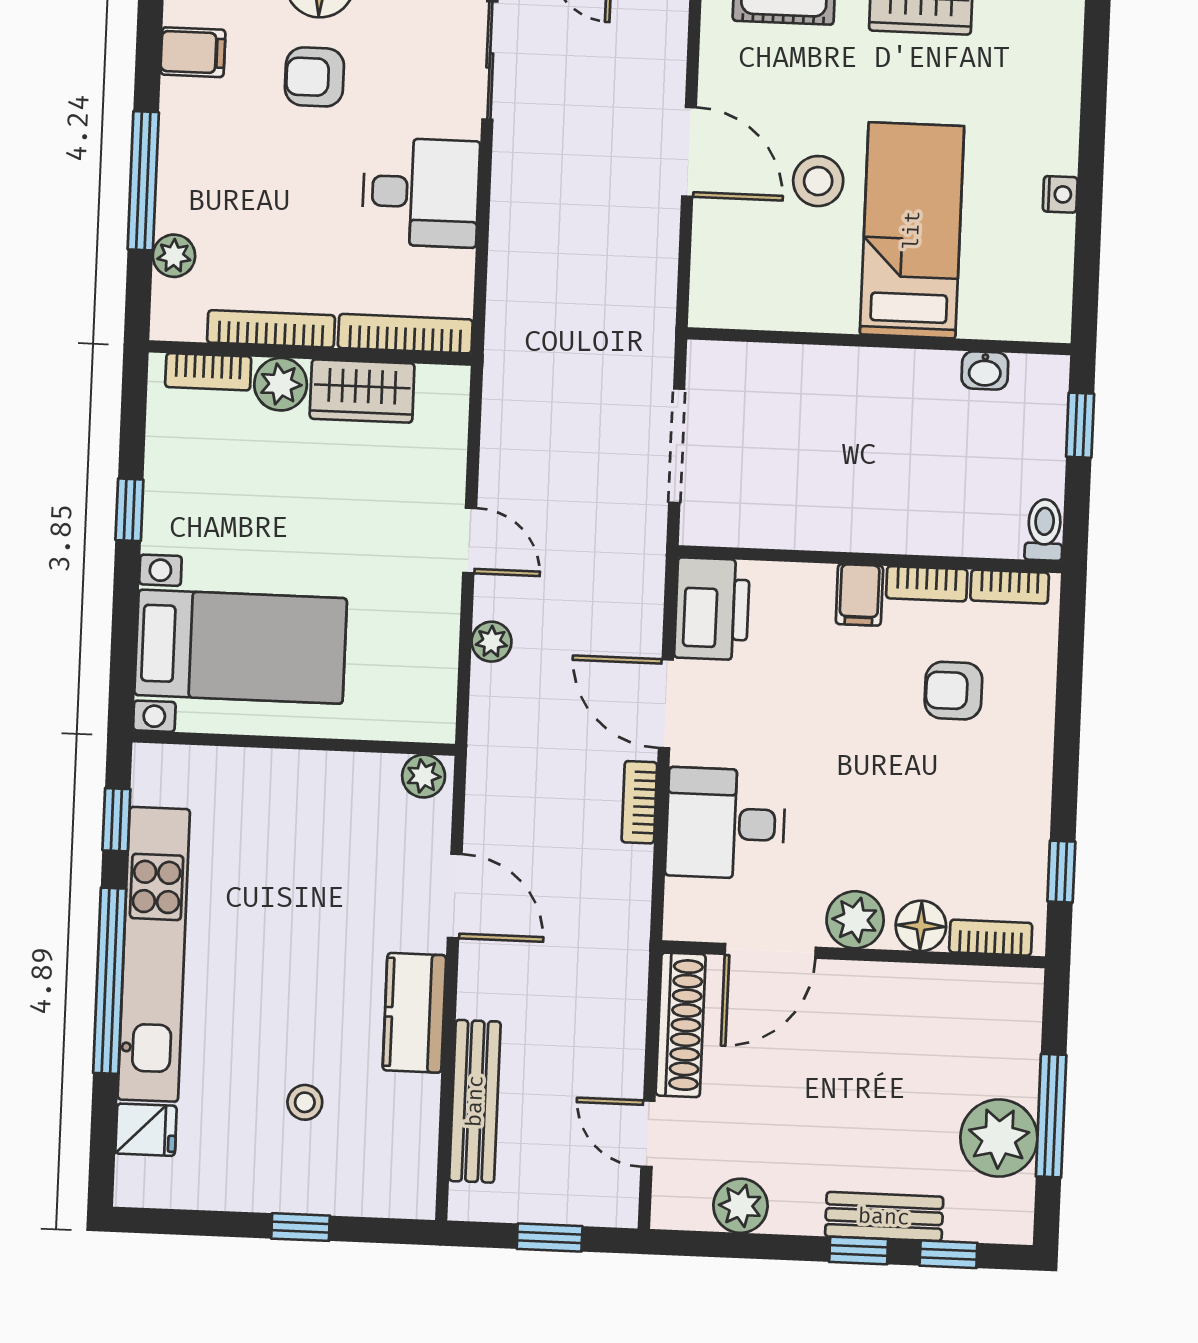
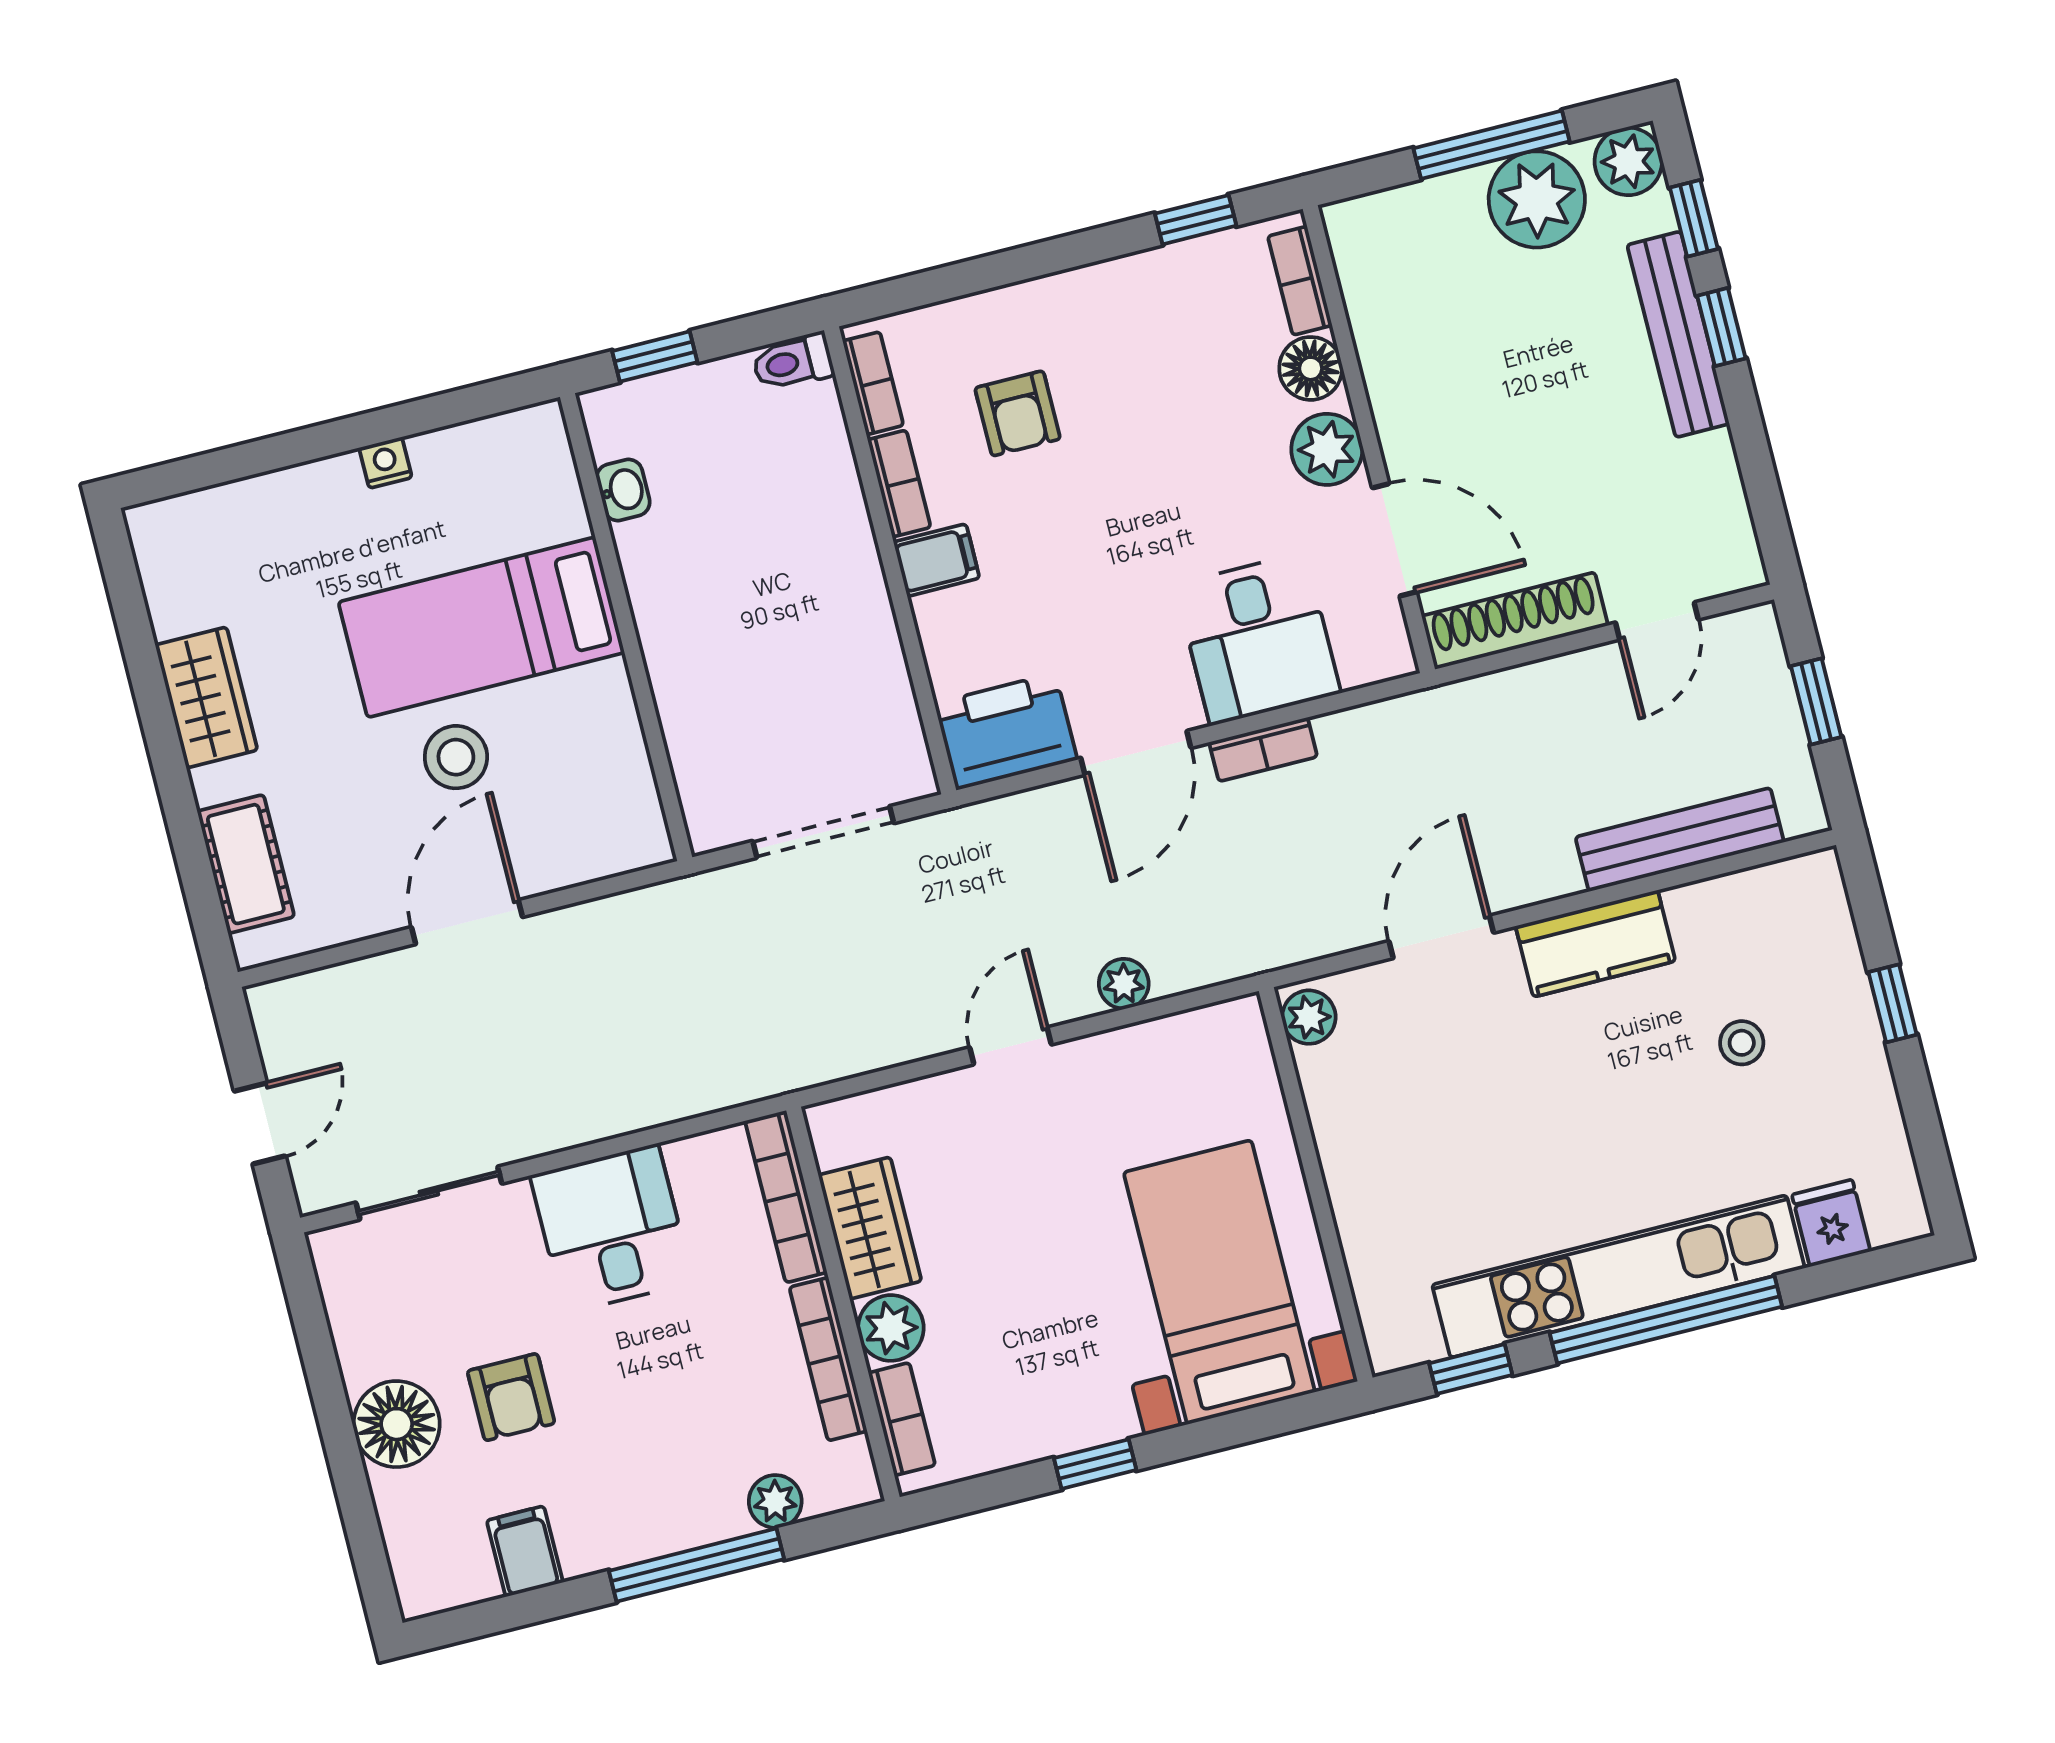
plant: (740, 1206) -> (1628, 161), moved
bench: (884, 1217) -> (1678, 334), width x1.36

